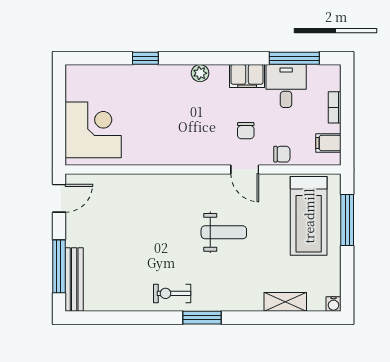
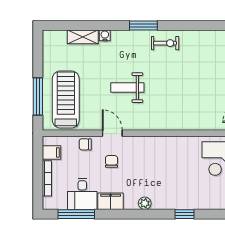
bookcase: (335, 107) -> (47, 178), width x1.56
water cooler: (333, 304) -> (105, 35), moved

